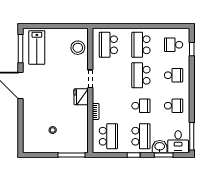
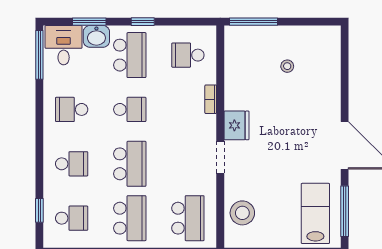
school desk: (174, 75) -> (72, 164), turned 180
school desk: (141, 106) -> (130, 109), turned 180
school desk: (108, 136) -> (188, 55), width x0.54
school desk: (141, 136) -> (130, 55), turned 180

